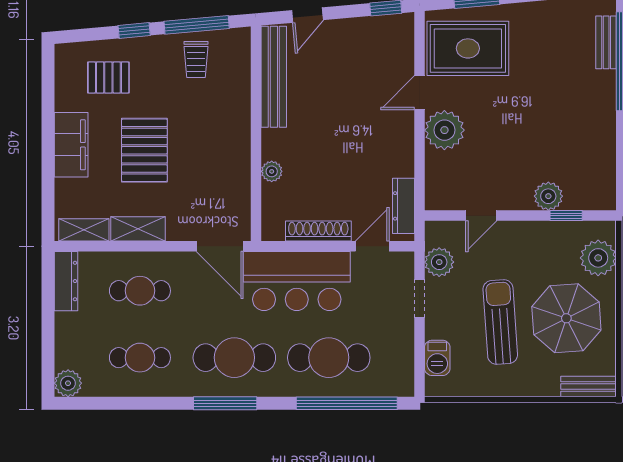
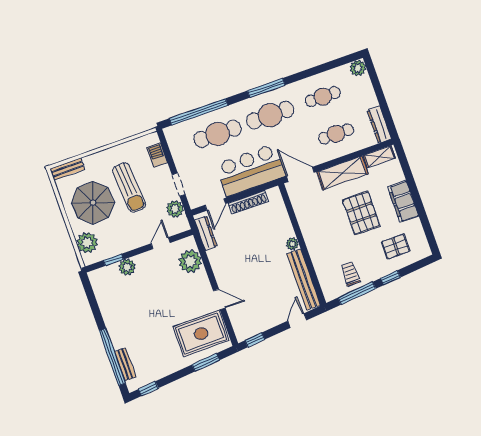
door: (420, 93) -> (219, 299), hinge flipped
plant: (444, 130) -> (190, 261), moved
plant: (272, 171) -> (292, 244), moved
shelving: (138, 229) -> (342, 173), width x1.50, depth x1.33

